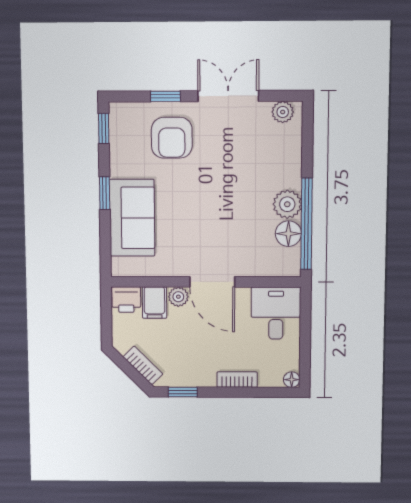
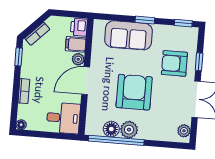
armchair: (225, 201) -> (134, 92), added

